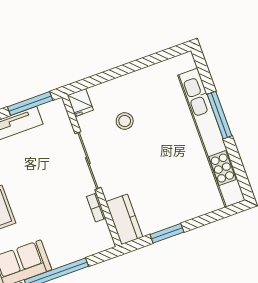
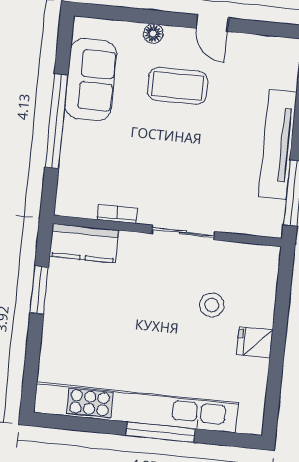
fridge: (80, 103) -> (255, 342), moved
sliding door: (88, 161) -> (183, 233), width x0.73

